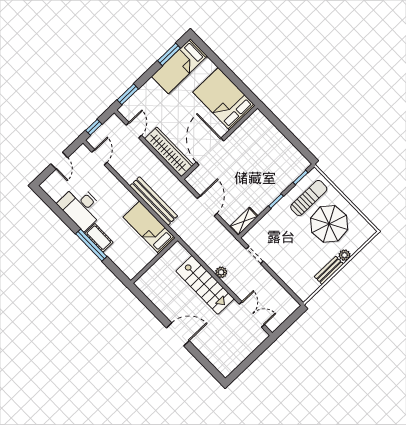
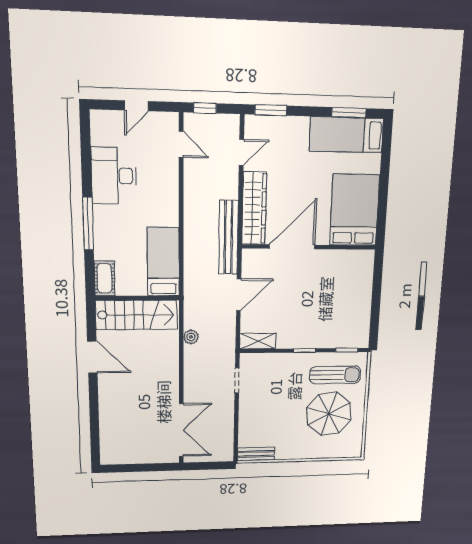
door: (99, 157) -> (181, 144), hinge flipped
bench: (154, 201) -> (228, 237), moved
cot: (99, 238) -> (105, 278), moved
plant: (345, 255) -> (314, 452), removed
bench: (329, 270) -> (256, 454), moved
plant: (221, 272) -> (191, 337), moved
stairs: (205, 285) -> (137, 315), moved, turned -90
double door: (252, 314) -> (181, 430), width x1.37
door: (178, 334) -> (92, 357), moved

